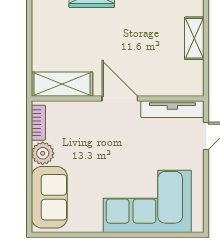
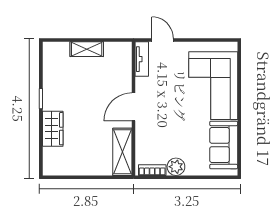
tv unit: (172, 109) -> (142, 59), width x0.71
sofa: (49, 197) -> (224, 145), moved, turned -90

